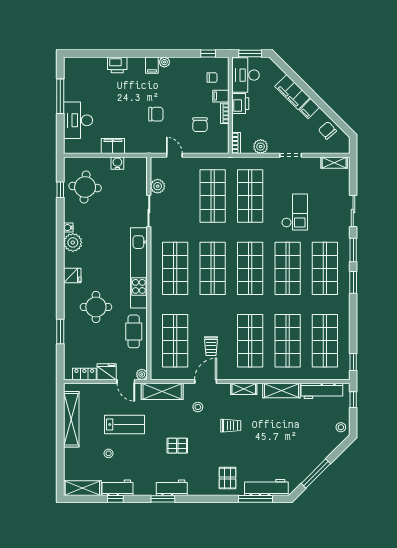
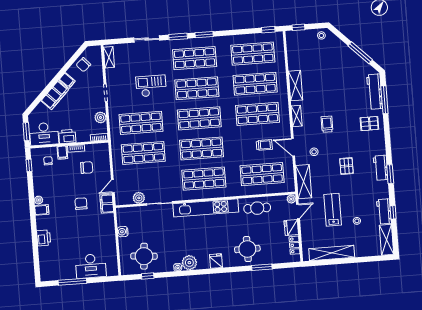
filing cabinet: (113, 146) -> (107, 204), moved
round table: (96, 307) -> (247, 249), moved
workbench: (322, 391) -> (293, 53), removed

